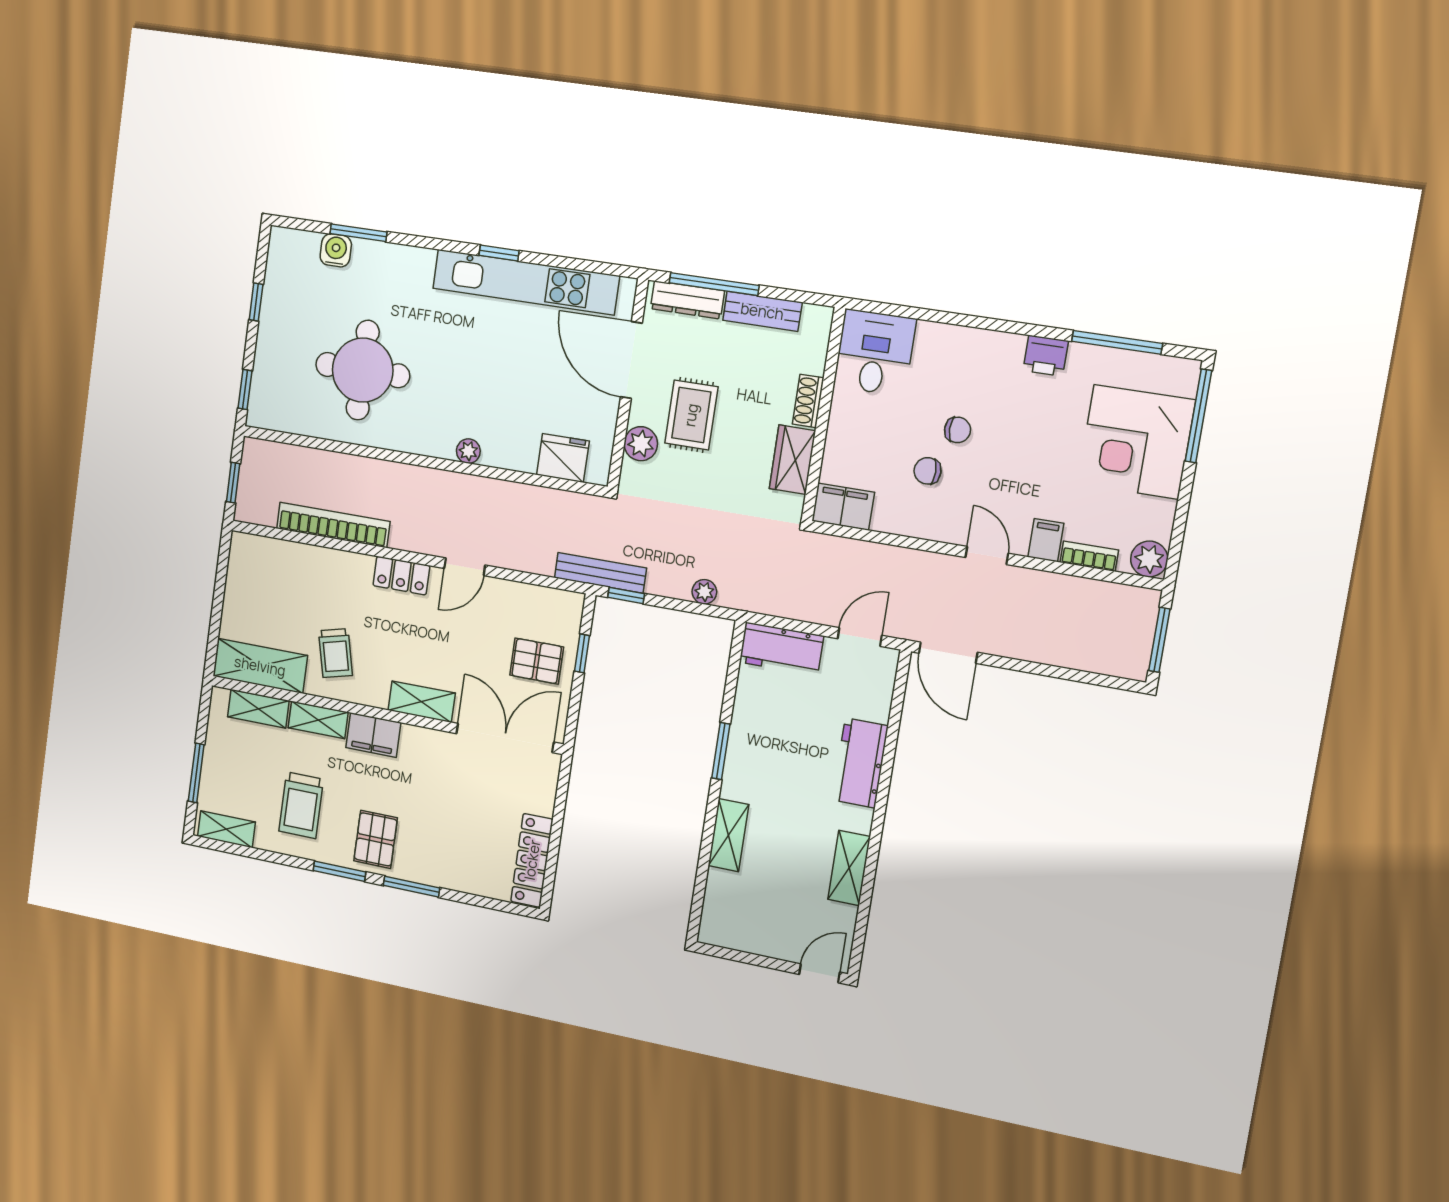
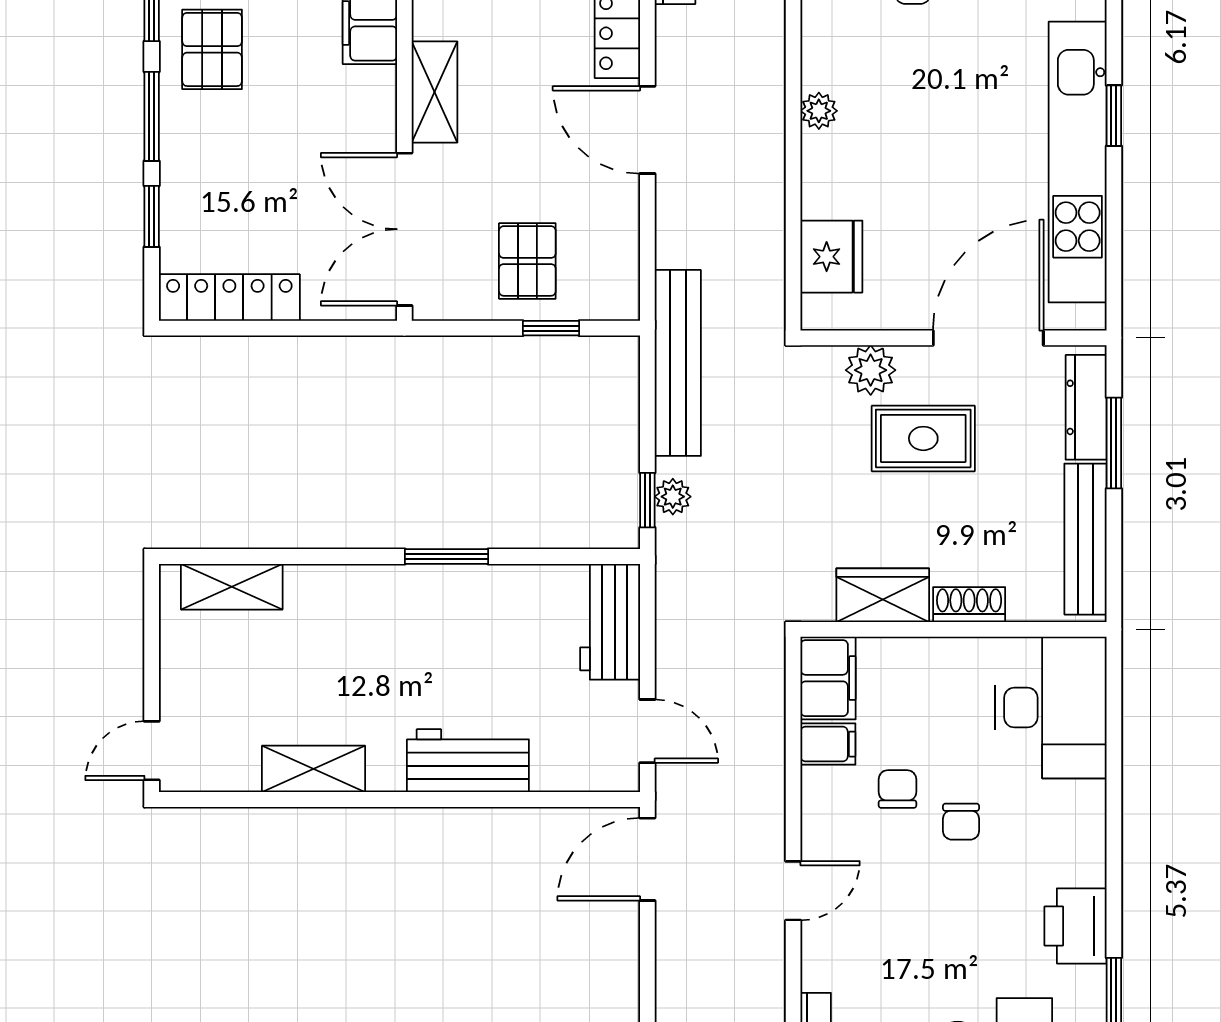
window: (714, 284) -> (1114, 443), width x0.69
bench: (762, 311) -> (1085, 539), width x1.36
desk: (875, 353) -> (1051, 708), width x1.37
printer: (1046, 356) -> (1075, 926), width x1.36, depth x1.24
filing cabinet: (1046, 540) -> (828, 744), moved
door: (465, 567) -> (647, 130), width x1.38
bench: (600, 573) -> (678, 363), width x1.37, depth x1.21
window: (626, 595) -> (647, 500), moved
double door: (505, 738) -> (404, 229), swing flipped
shelving: (728, 835) -> (232, 587), moved
pallet: (376, 839) -> (212, 49), turned 90
window: (474, 900) -> (152, 216), added
door: (819, 973) -> (152, 751), swing flipped

